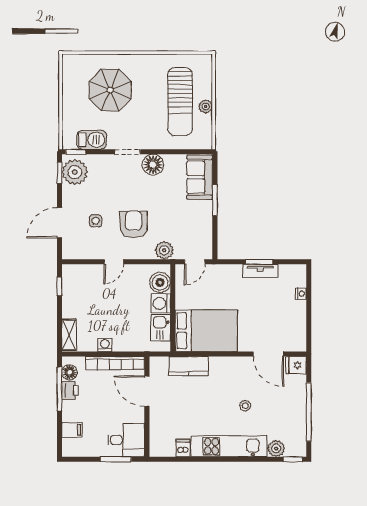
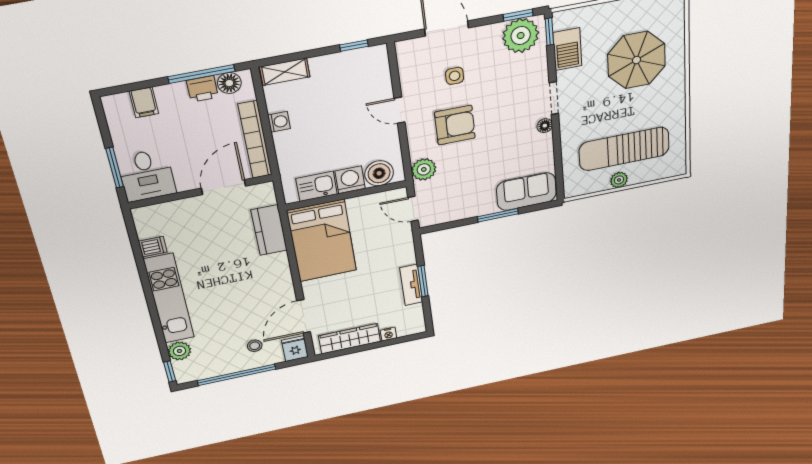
floor lamp: (153, 165) -> (545, 126), width x0.53, depth x0.53
wardrobe: (297, 323) -> (350, 339), added
stool: (245, 406) -> (255, 346), moved

